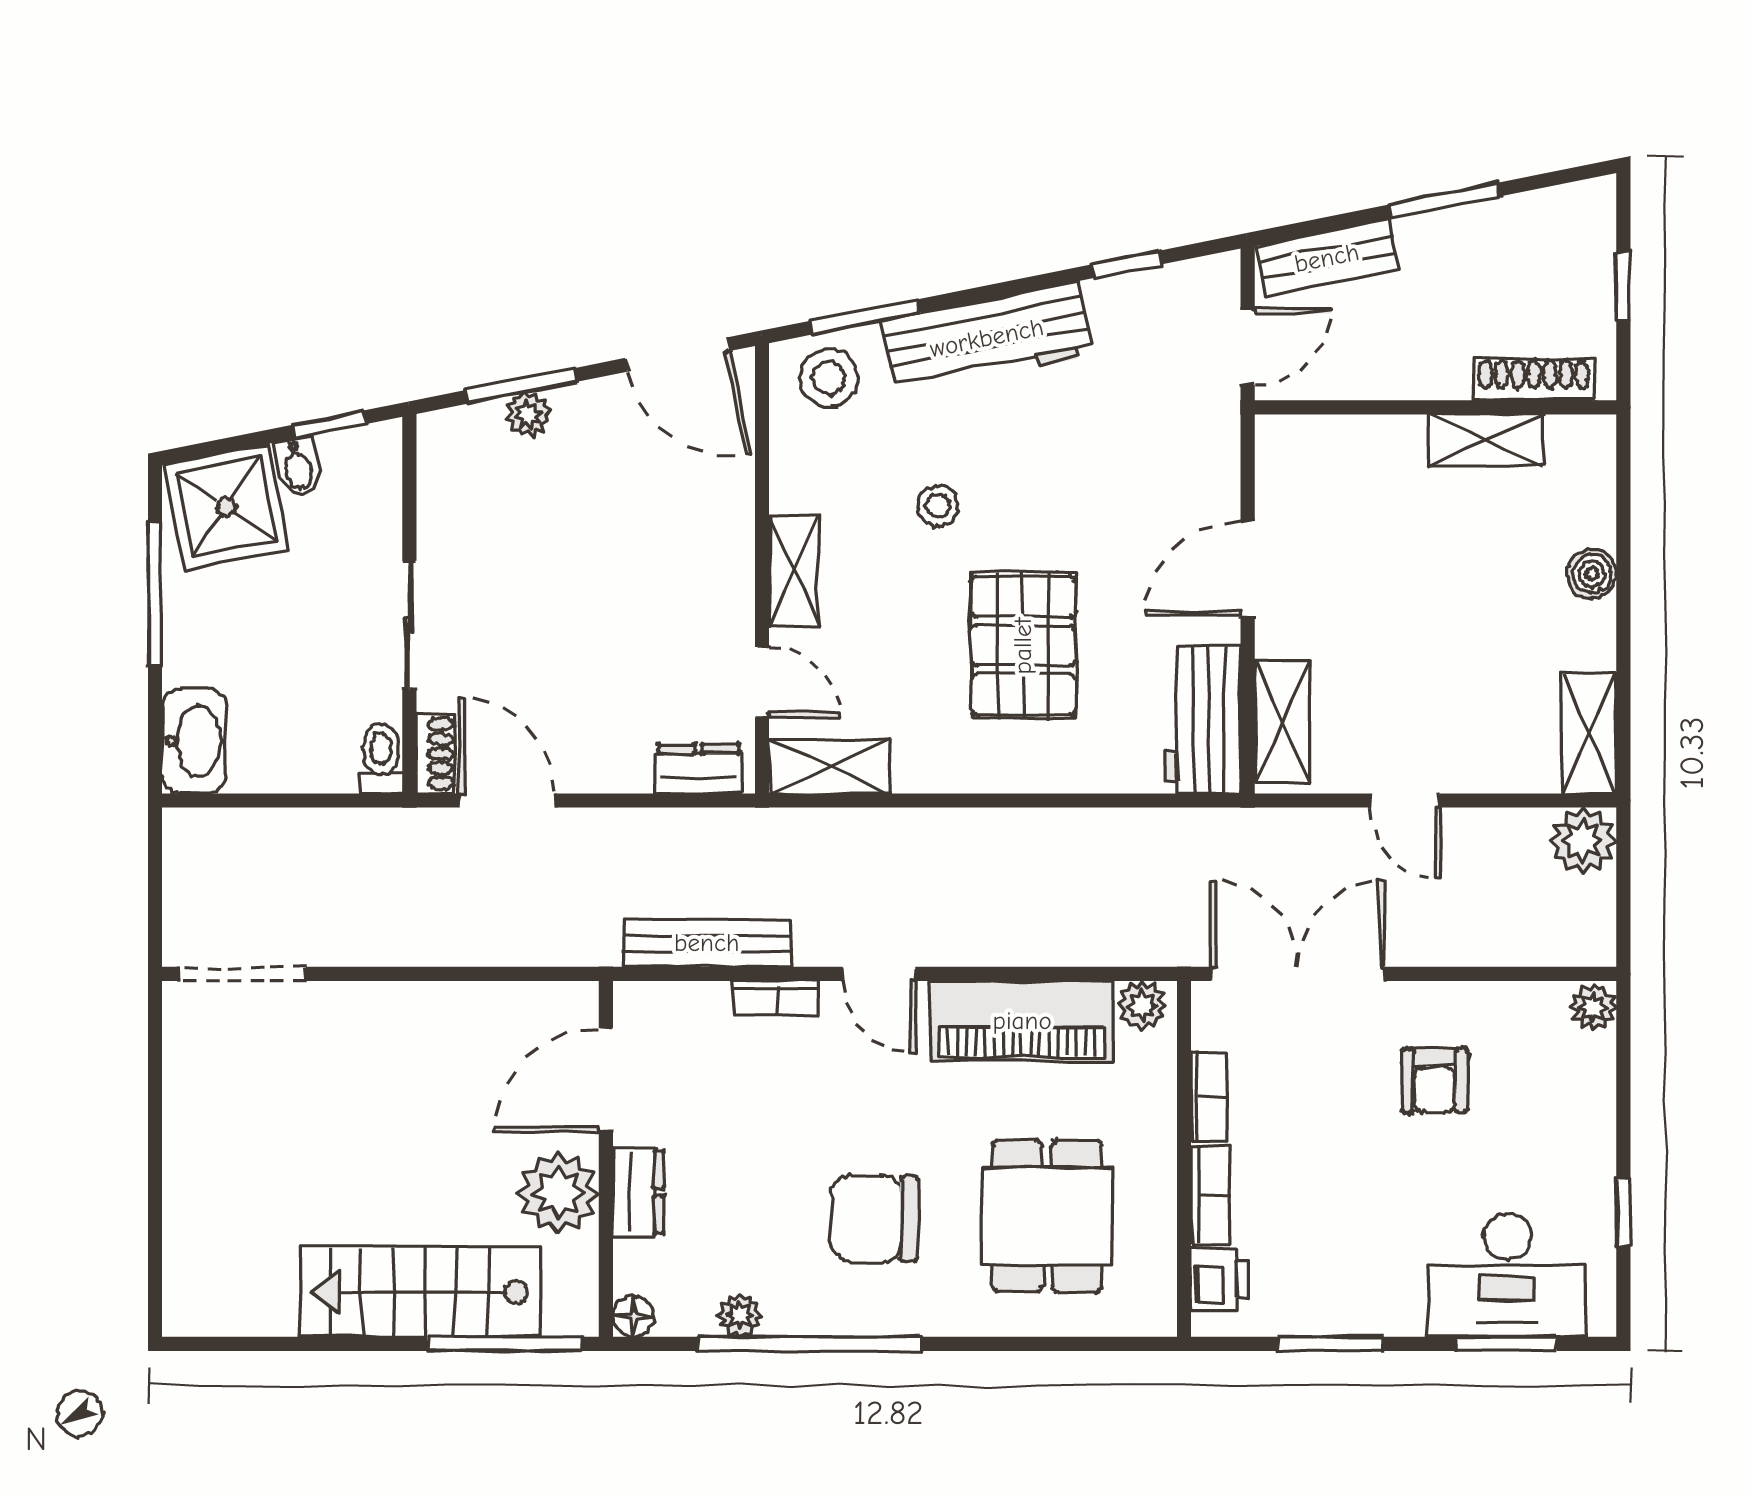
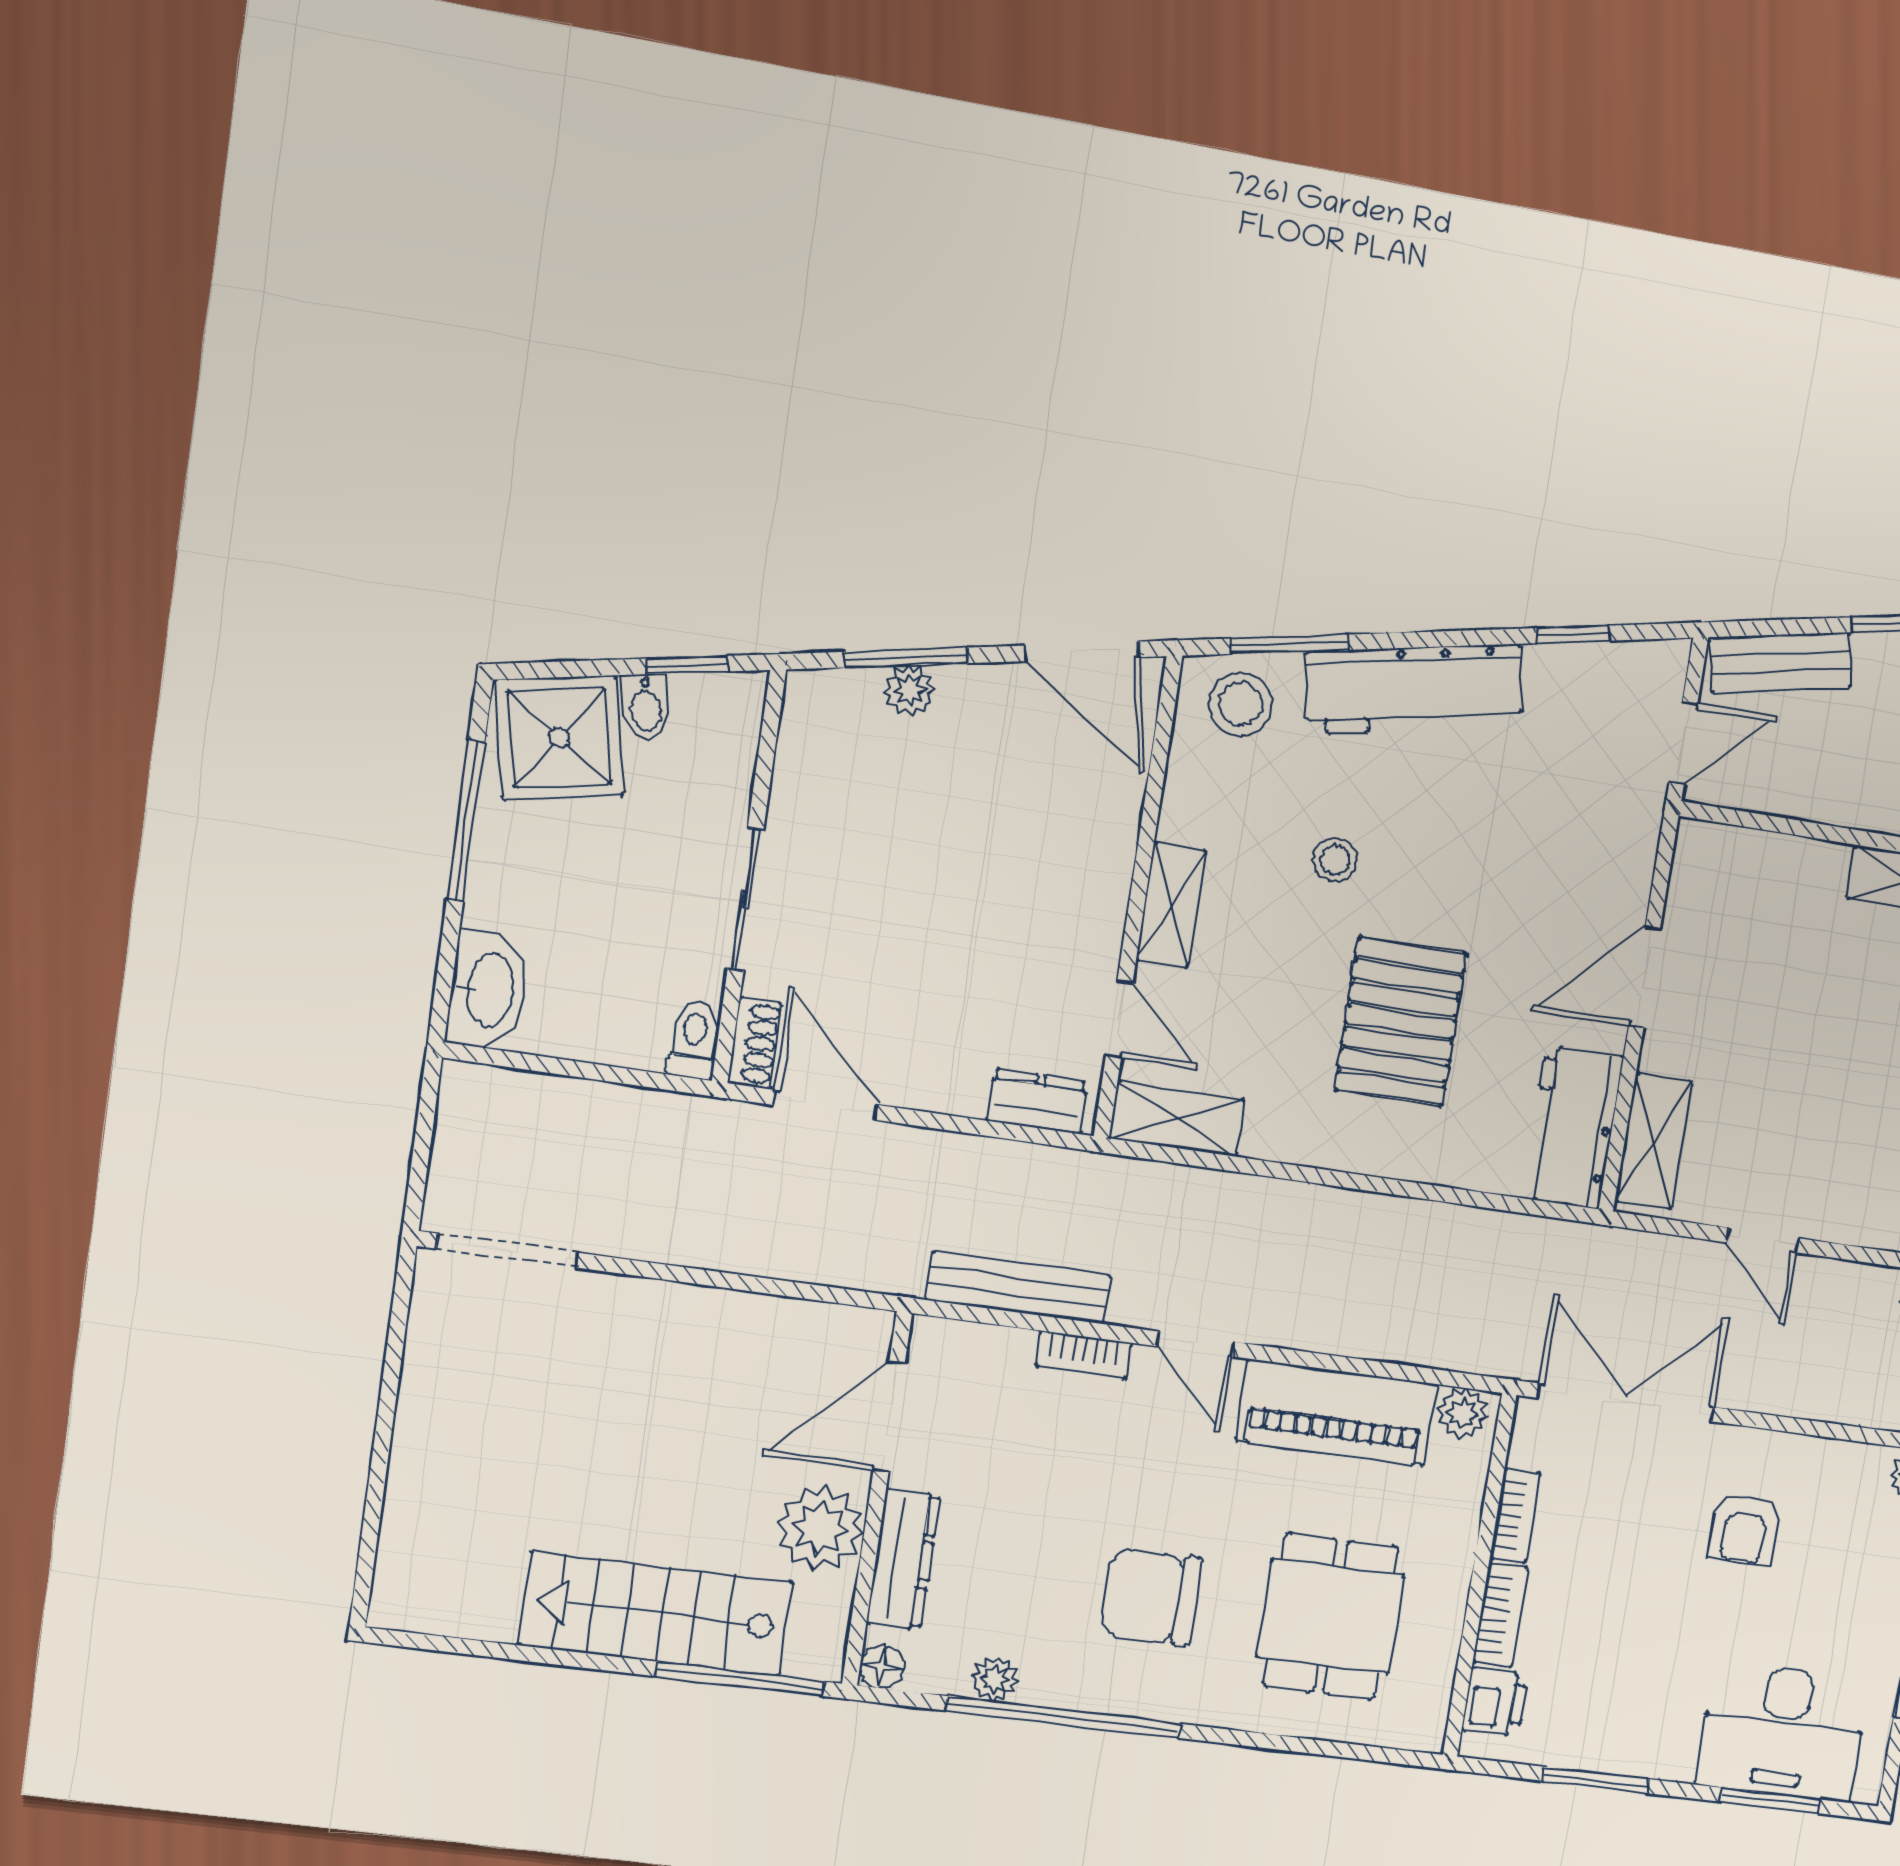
dresser: (638, 1192) -> (903, 1559), width x1.44

